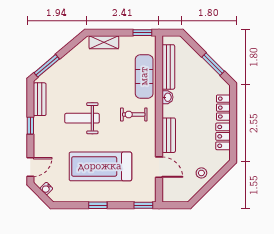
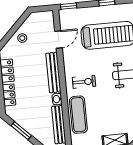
bench: (169, 135) -> (53, 73), width x1.36
door: (159, 167) -> (58, 39), swing flipped

